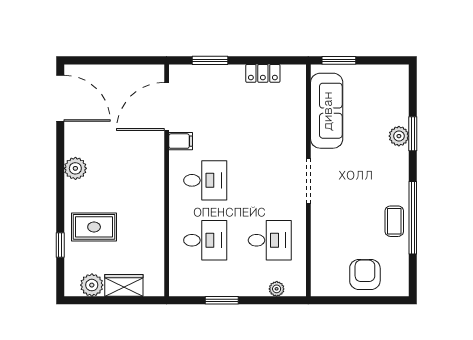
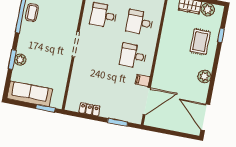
sofa: (327, 111) -> (30, 94), moved, turned 90
rug: (94, 227) -> (200, 42), turned 90

